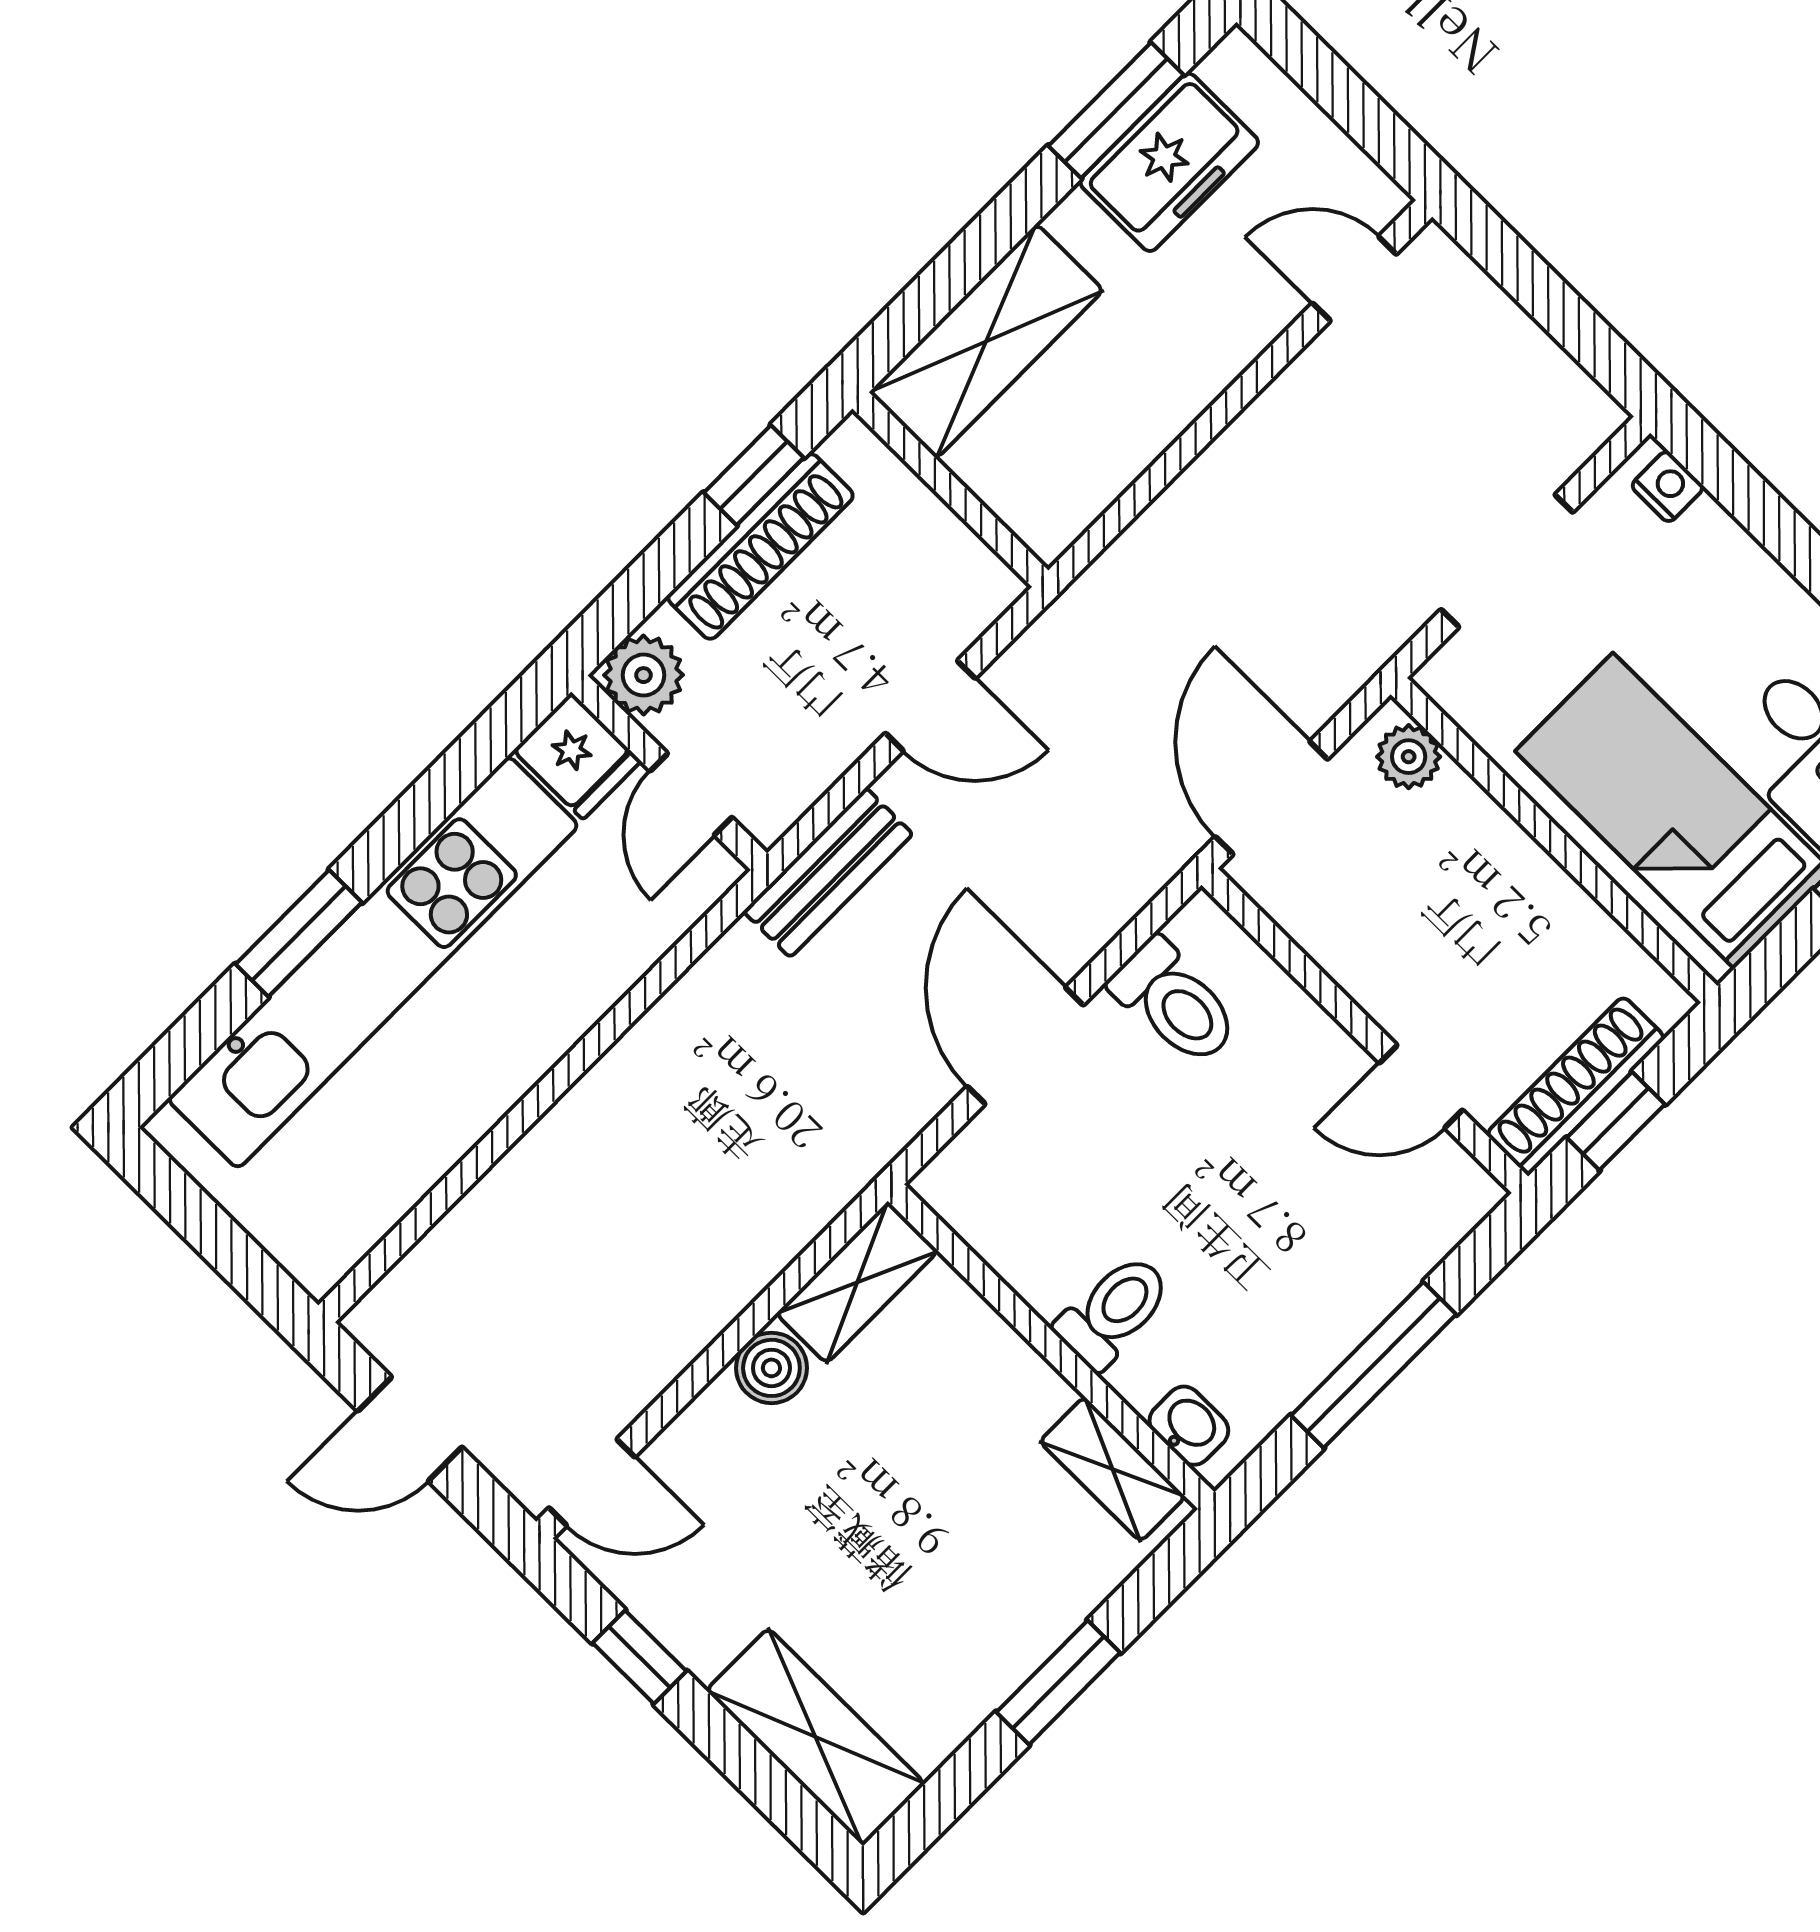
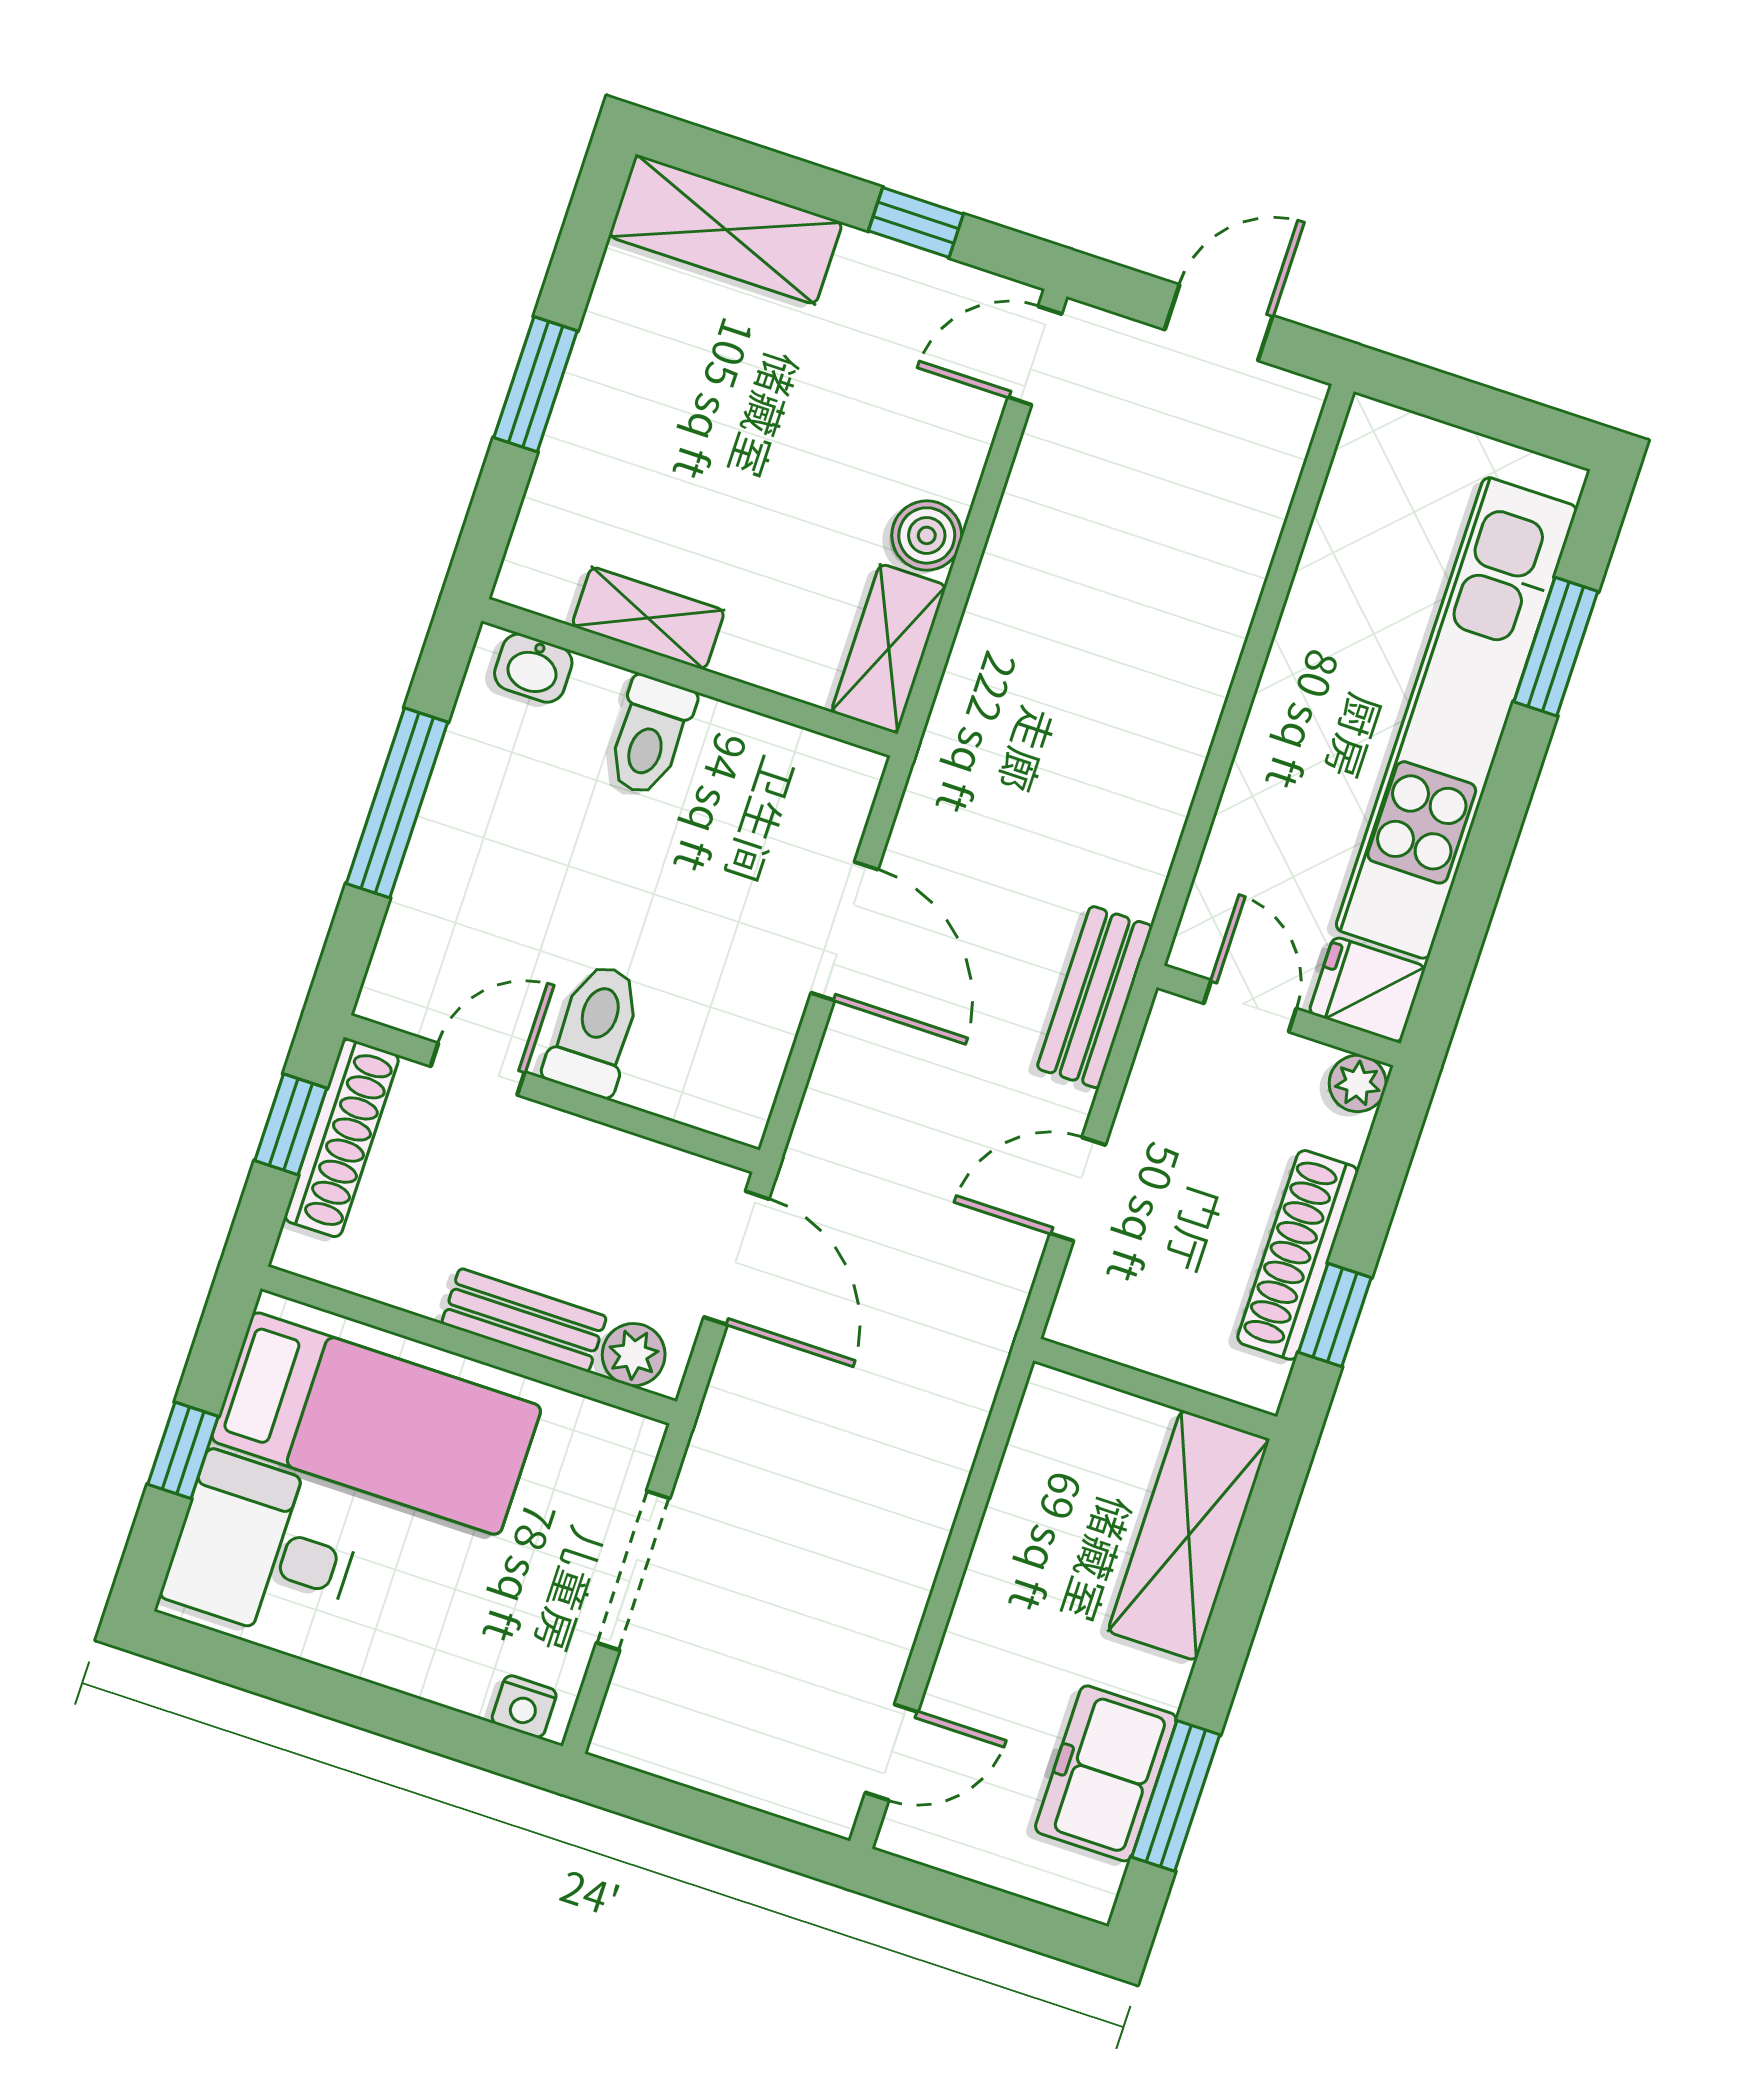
plant: (643, 675) -> (1358, 1083), width x0.73, depth x0.73
bench: (1493, 838) -> (524, 1320), added
window: (299, 933) -> (1556, 647), moved
toilet: (1175, 1002) -> (595, 1030), moved, turned 90
shelving: (1113, 1469) -> (648, 618), moved

